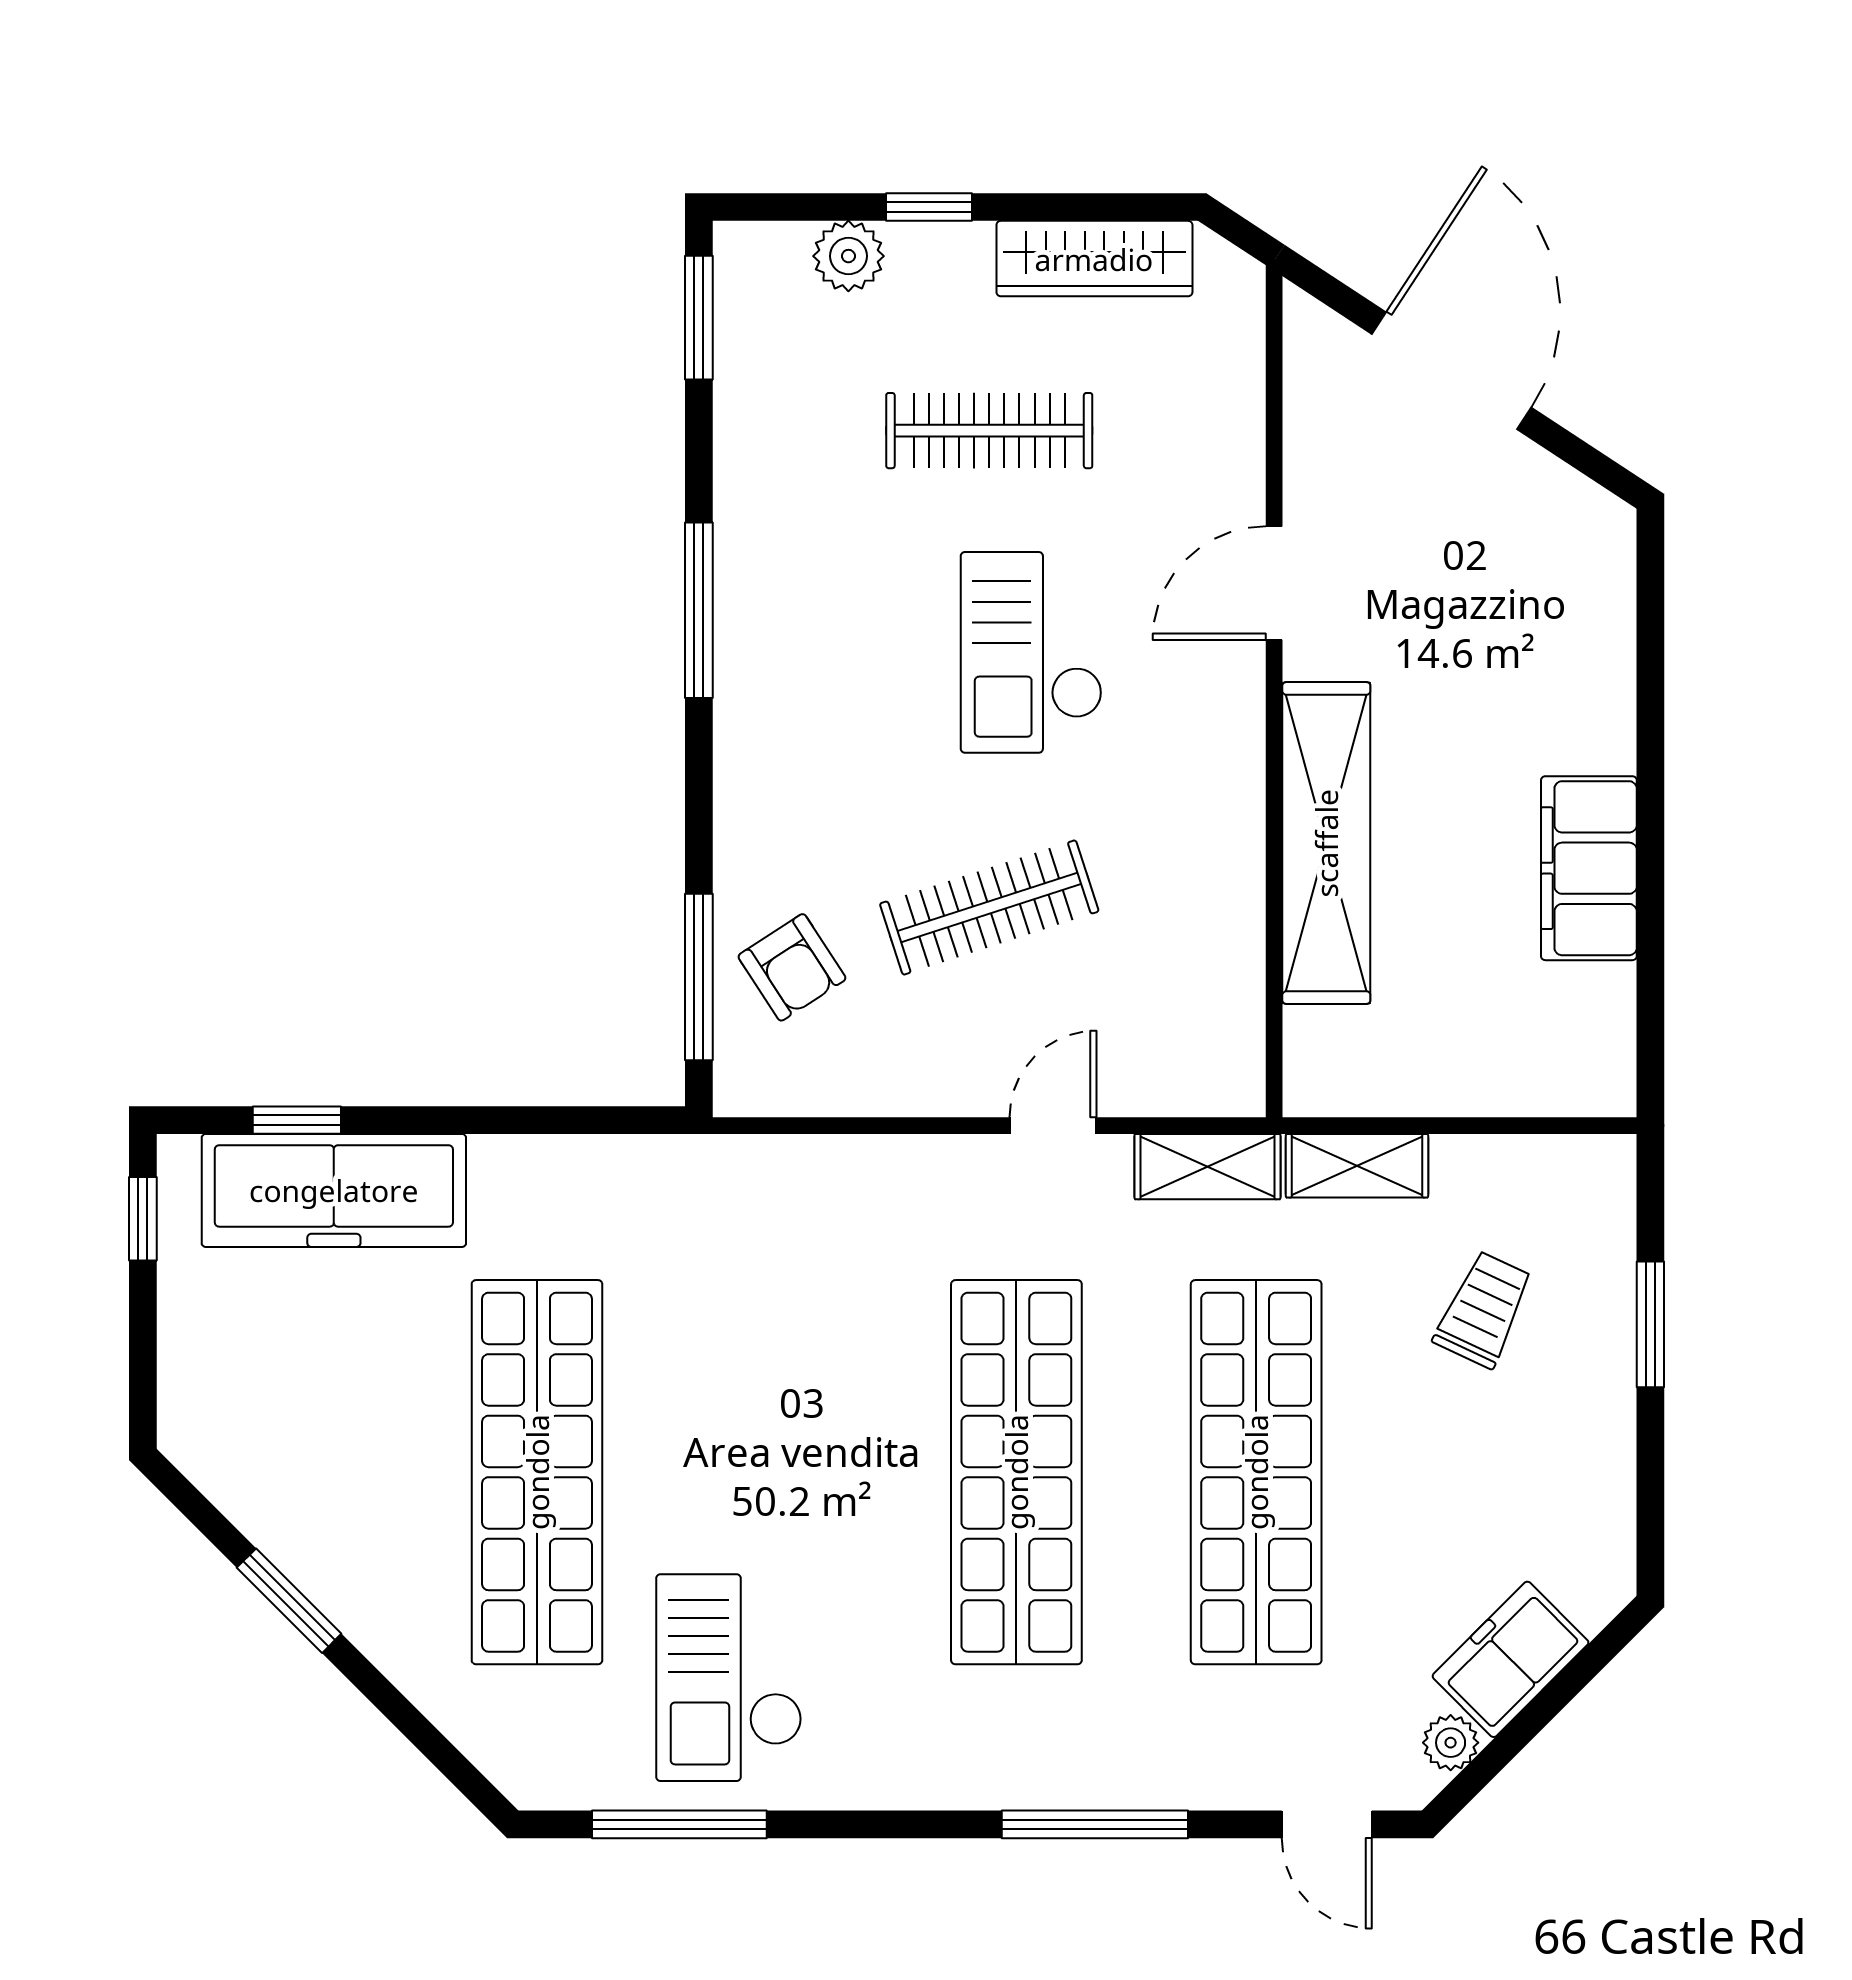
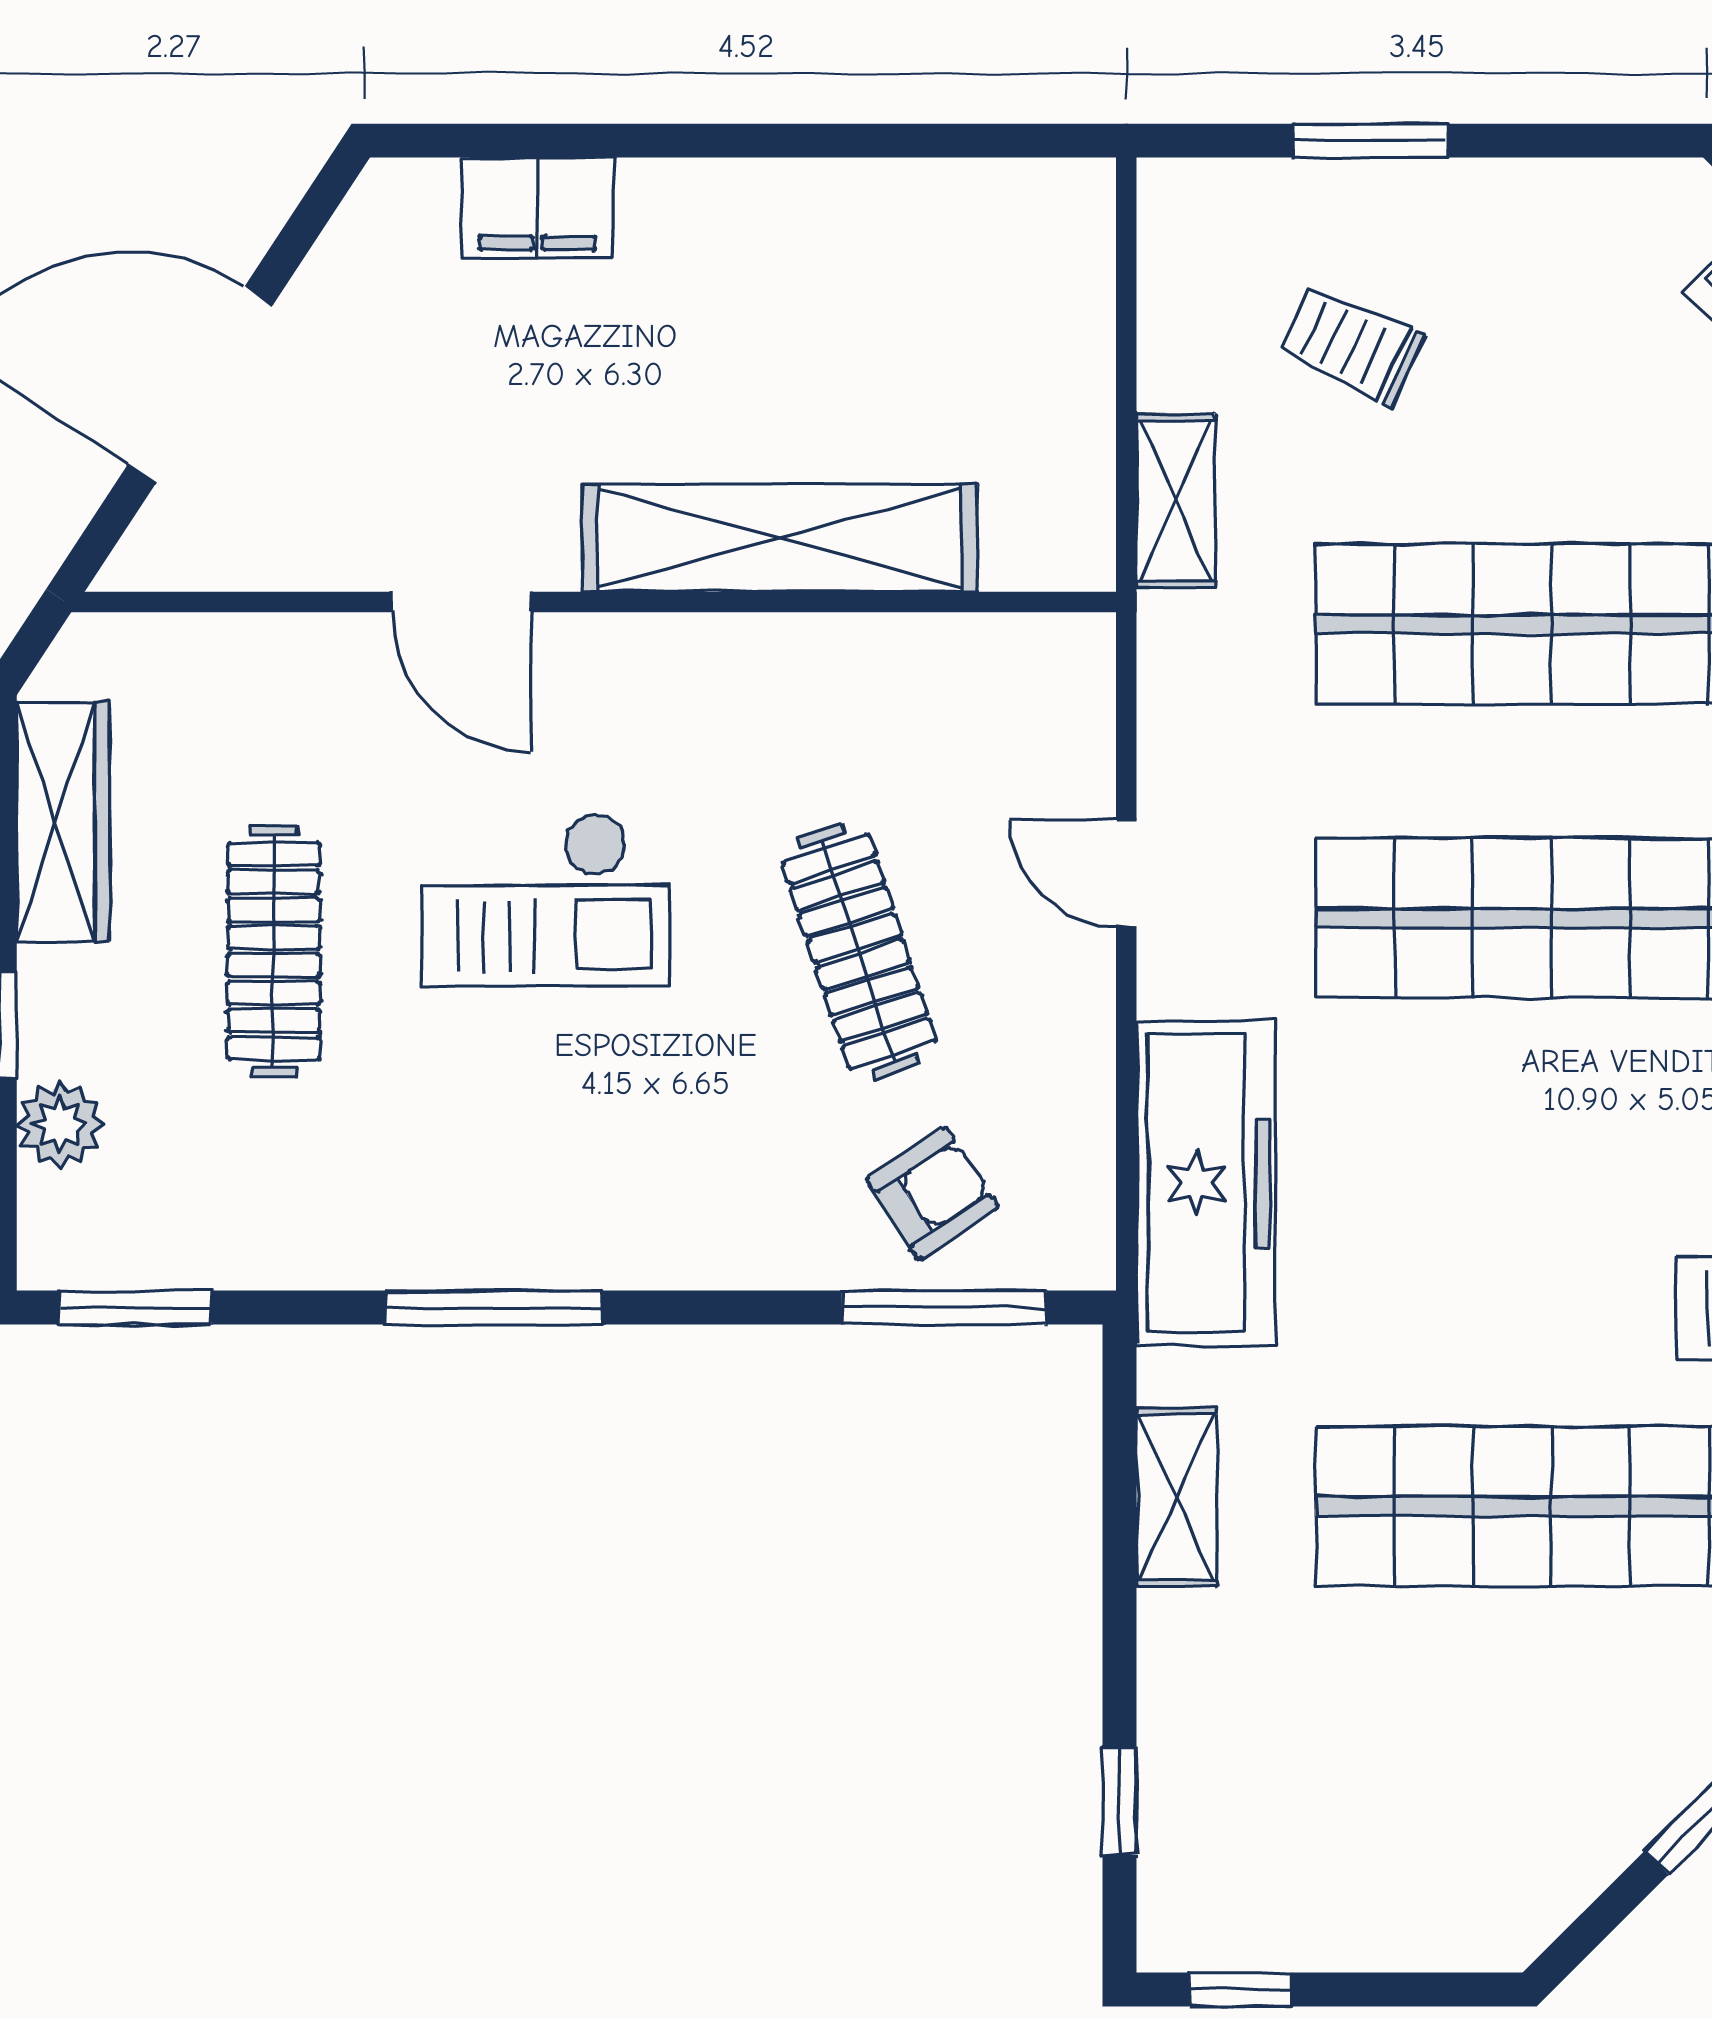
filing cabinet: (1589, 868) -> (537, 208), moved, width x0.67, depth x0.86
shelving: (1207, 1167) -> (1177, 1497), moved
freezer: (334, 1190) -> (1206, 1183), moved

